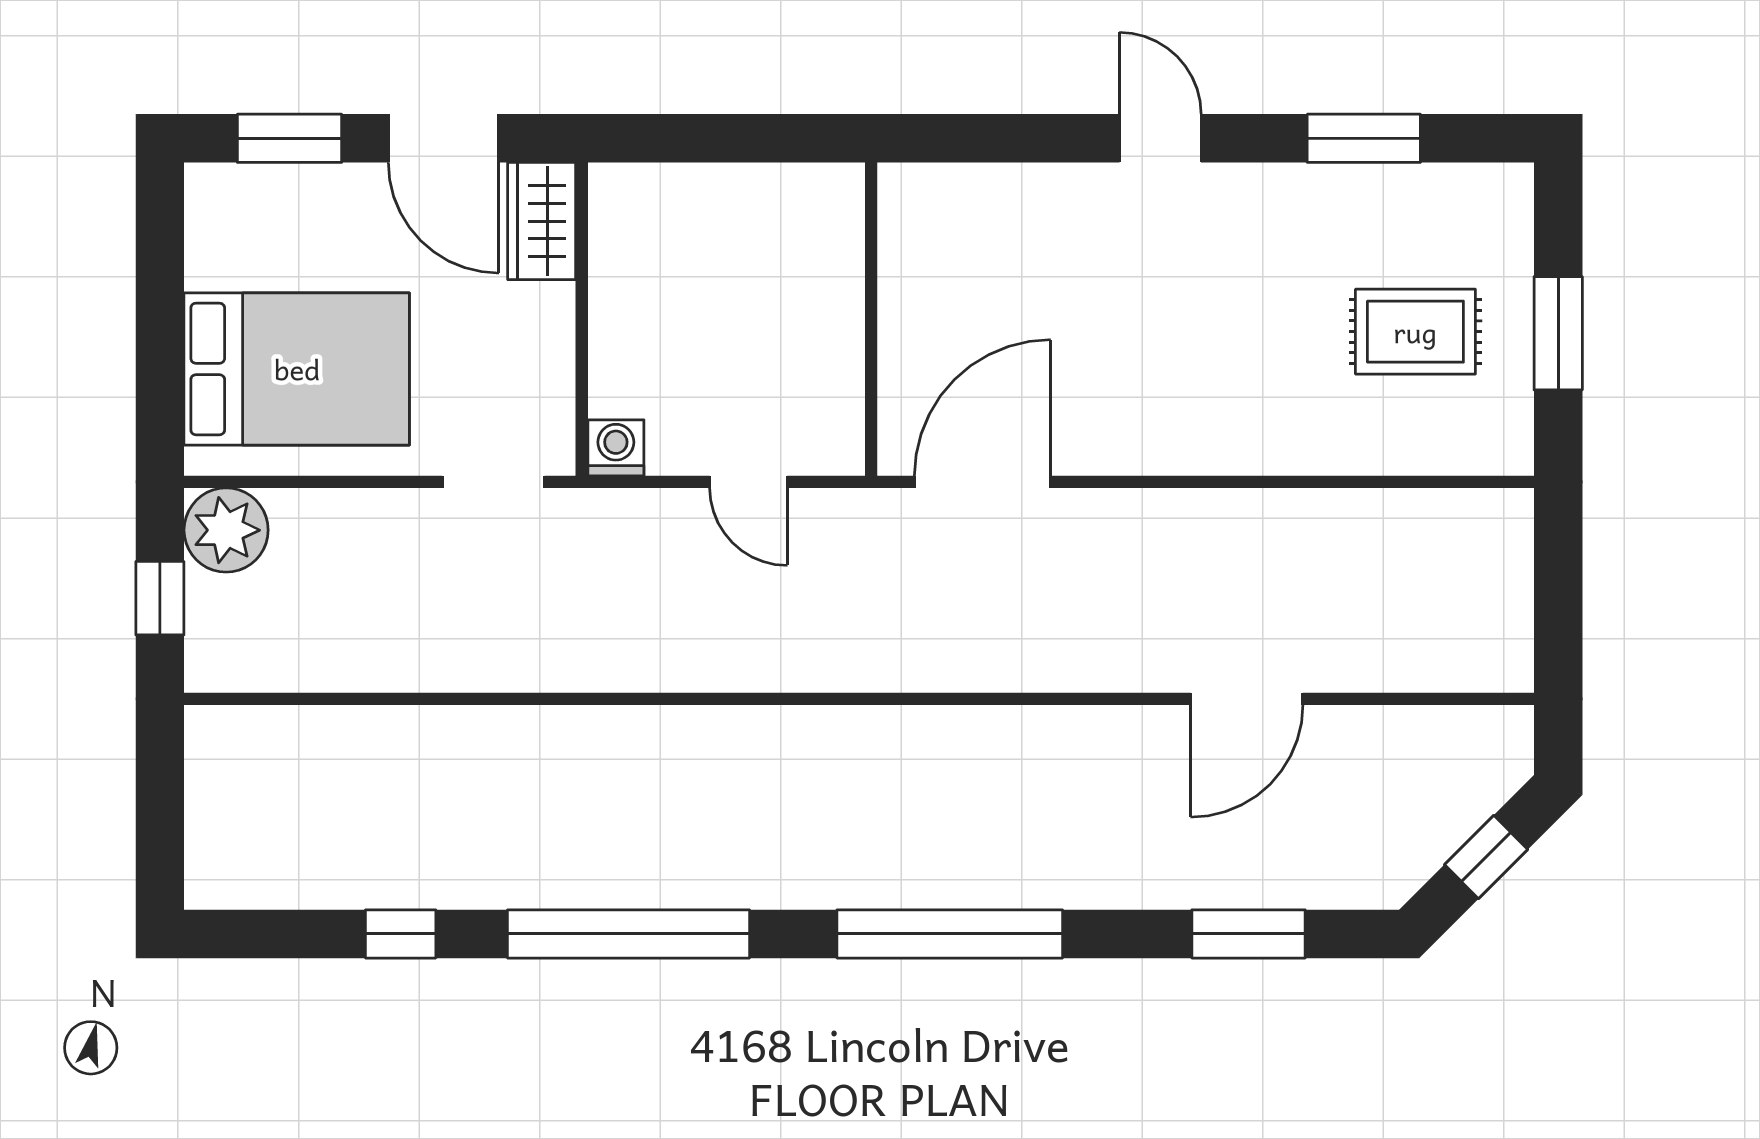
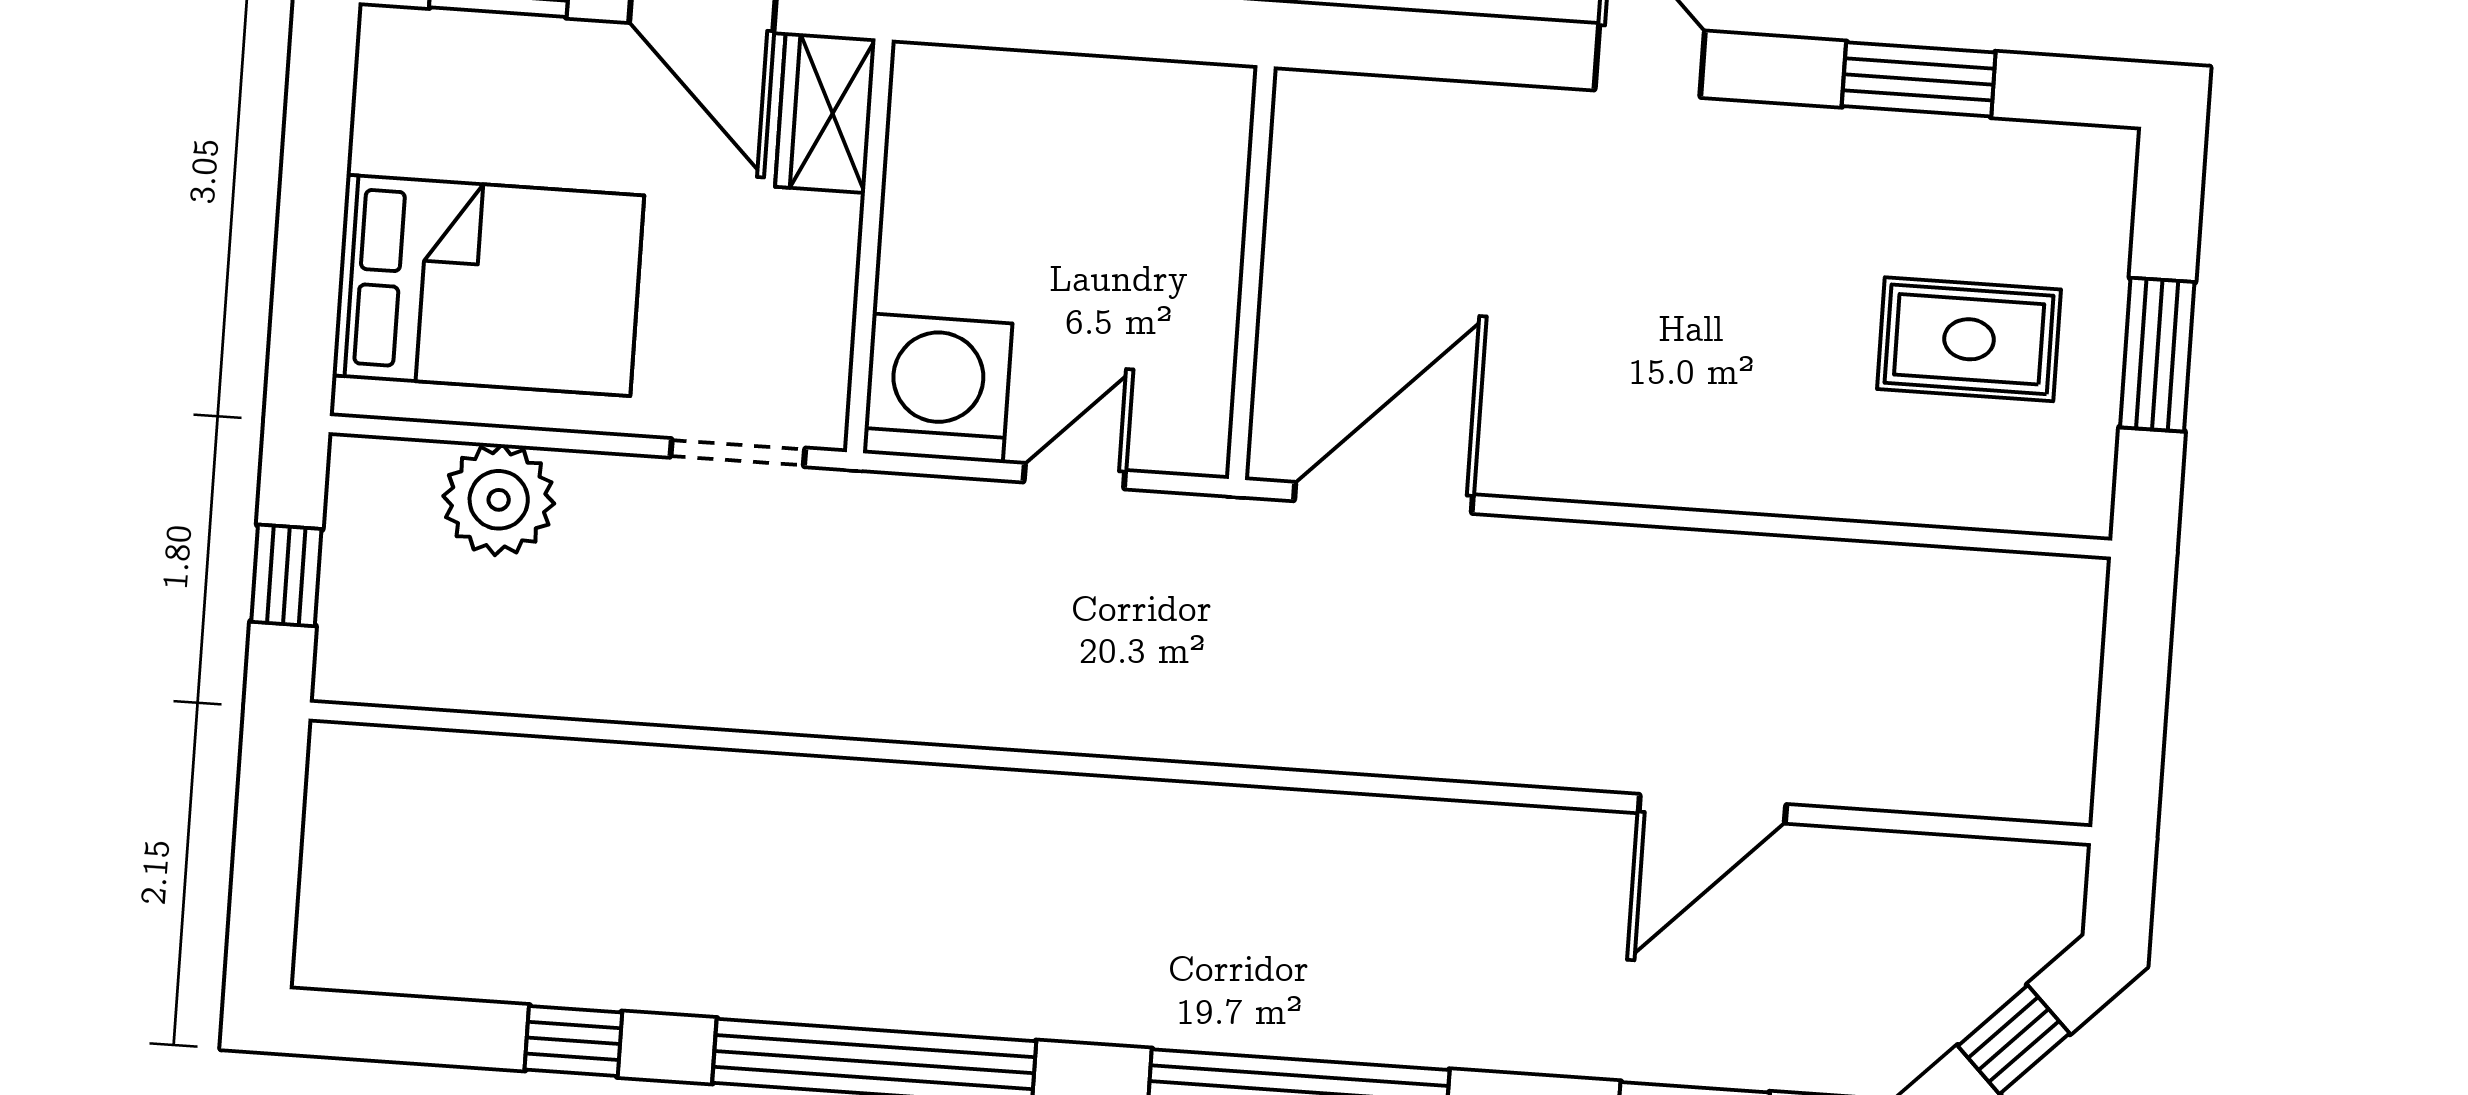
washing machine: (616, 448) -> (938, 388), width x1.89, depth x1.89
door: (748, 482) -> (1074, 476), swing flipped
plant: (226, 530) -> (499, 500), moved

